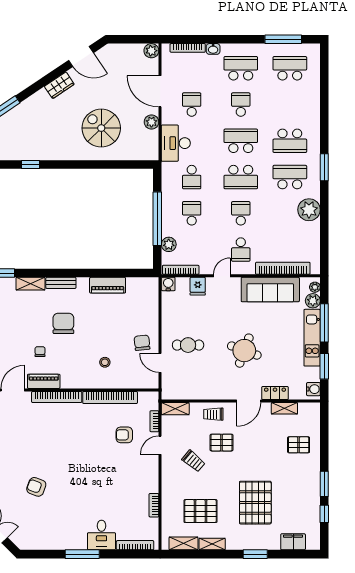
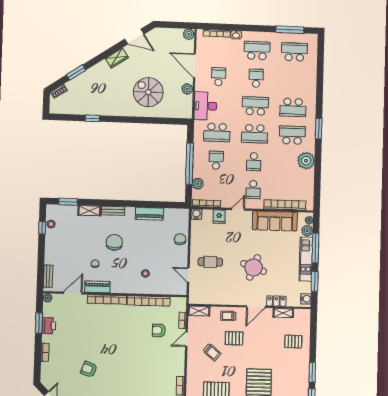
school desk: (192, 177) -> (217, 132), width x1.85
school desk: (241, 213) -> (254, 162), turned 180
chair: (142, 343) -> (180, 239), moved

